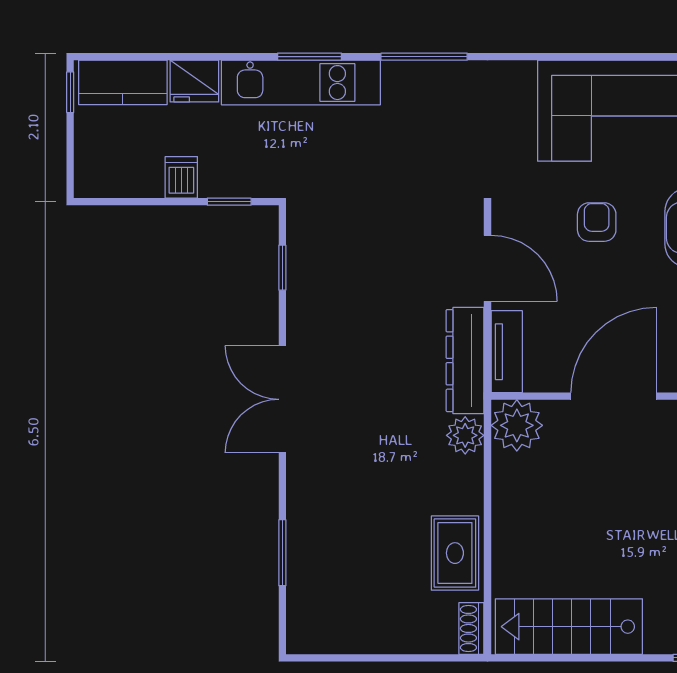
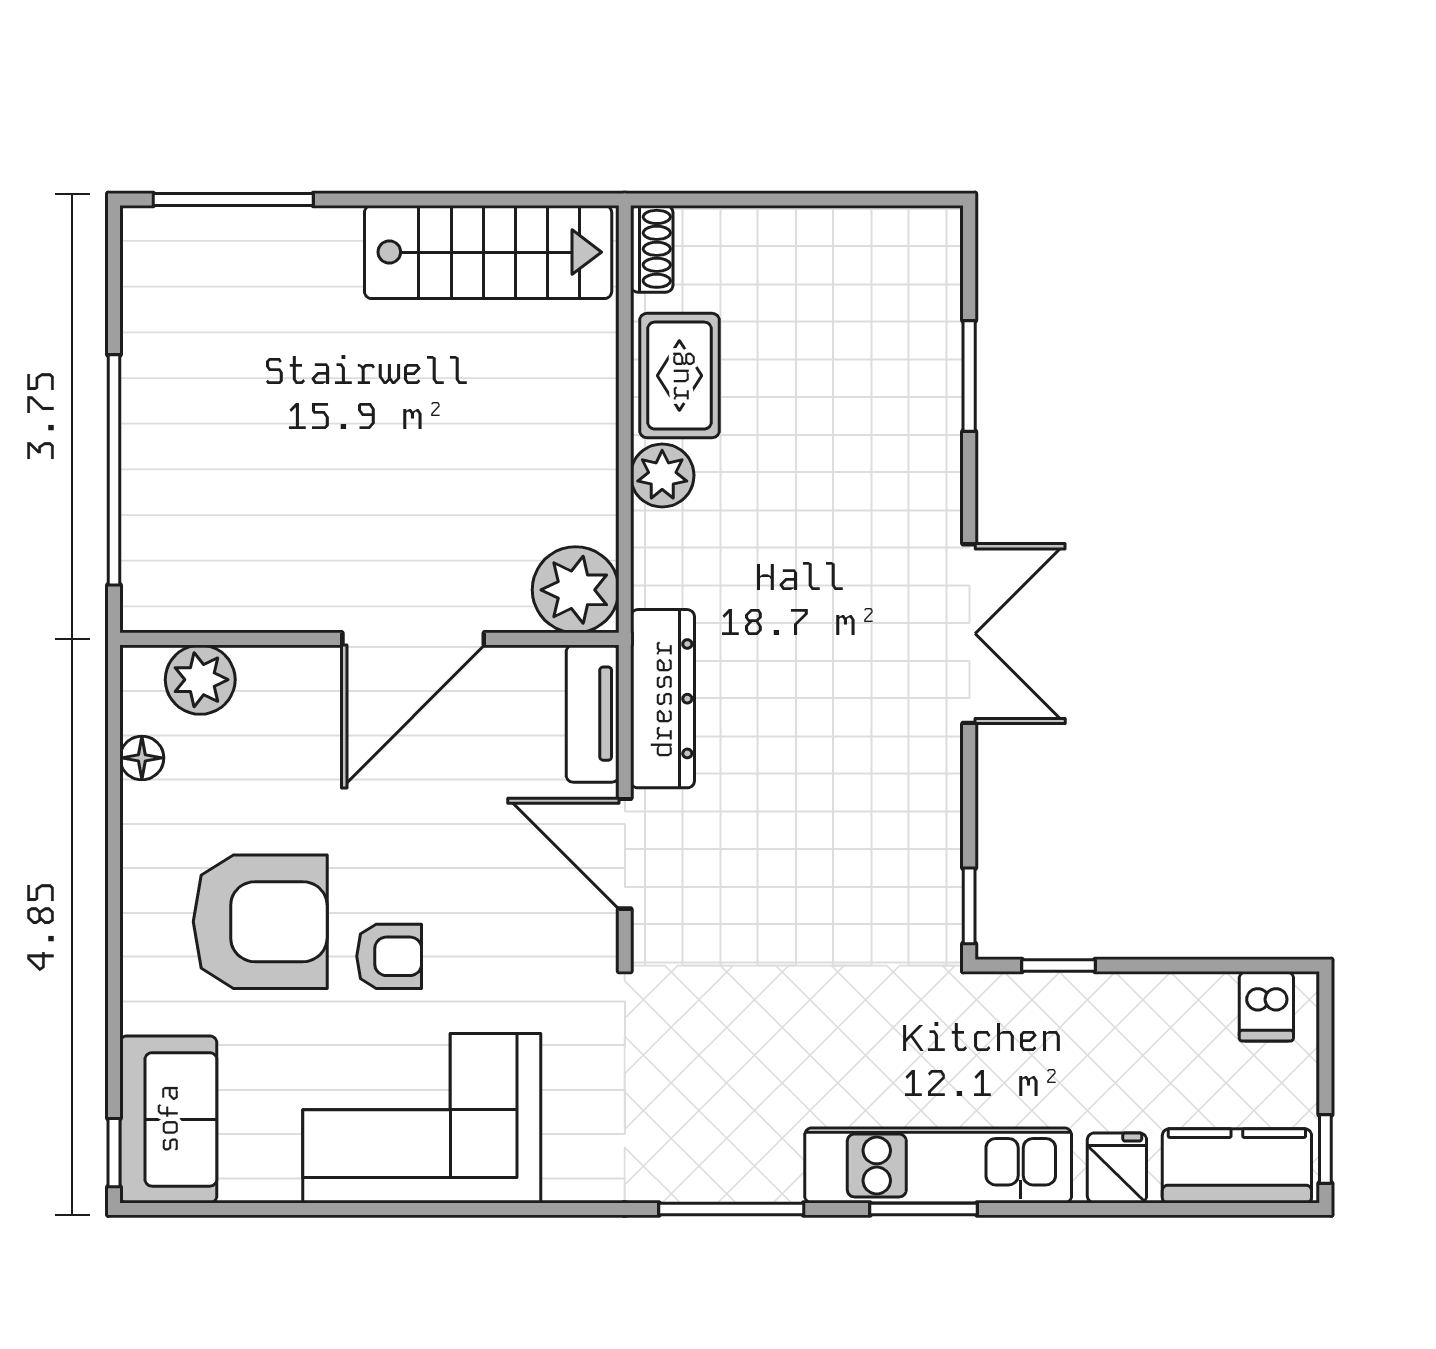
fridge: (194, 81) -> (1117, 1168), width x0.72
dishwasher: (181, 177) -> (1266, 1006), moved
armchair: (597, 222) -> (389, 956), moved, turned -90
window: (282, 268) -> (969, 906), moved
plant: (465, 435) -> (662, 475), moved

